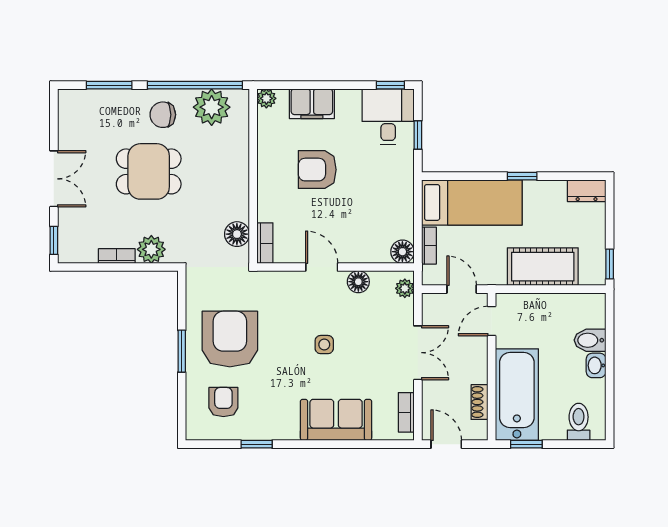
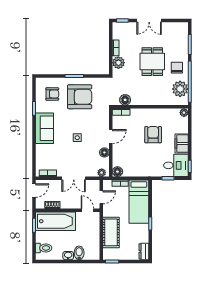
filing cabinet: (312, 104) -> (182, 143), moved
sofa: (336, 420) -> (45, 128), moved

